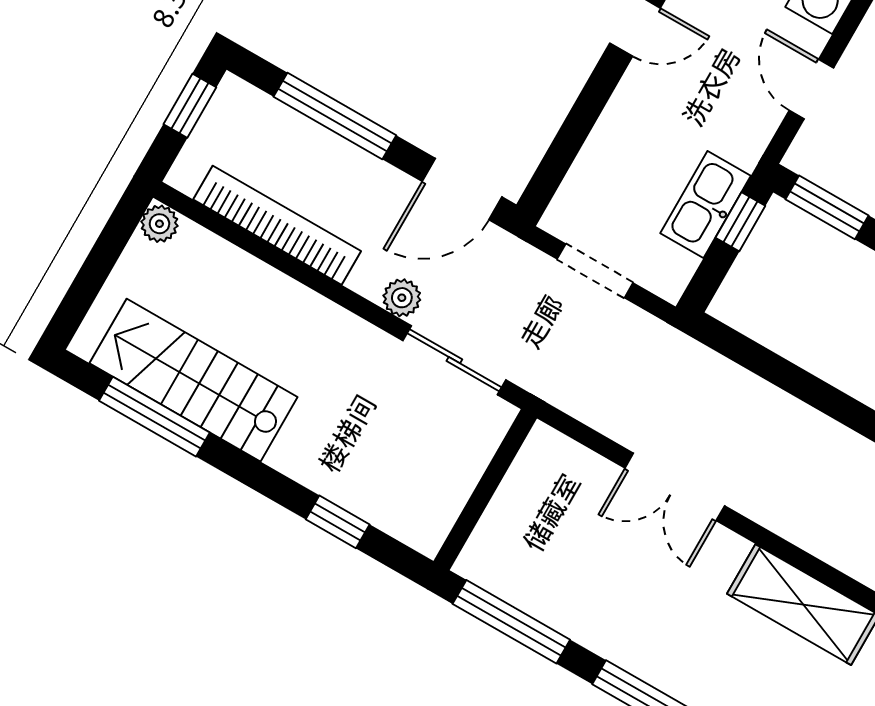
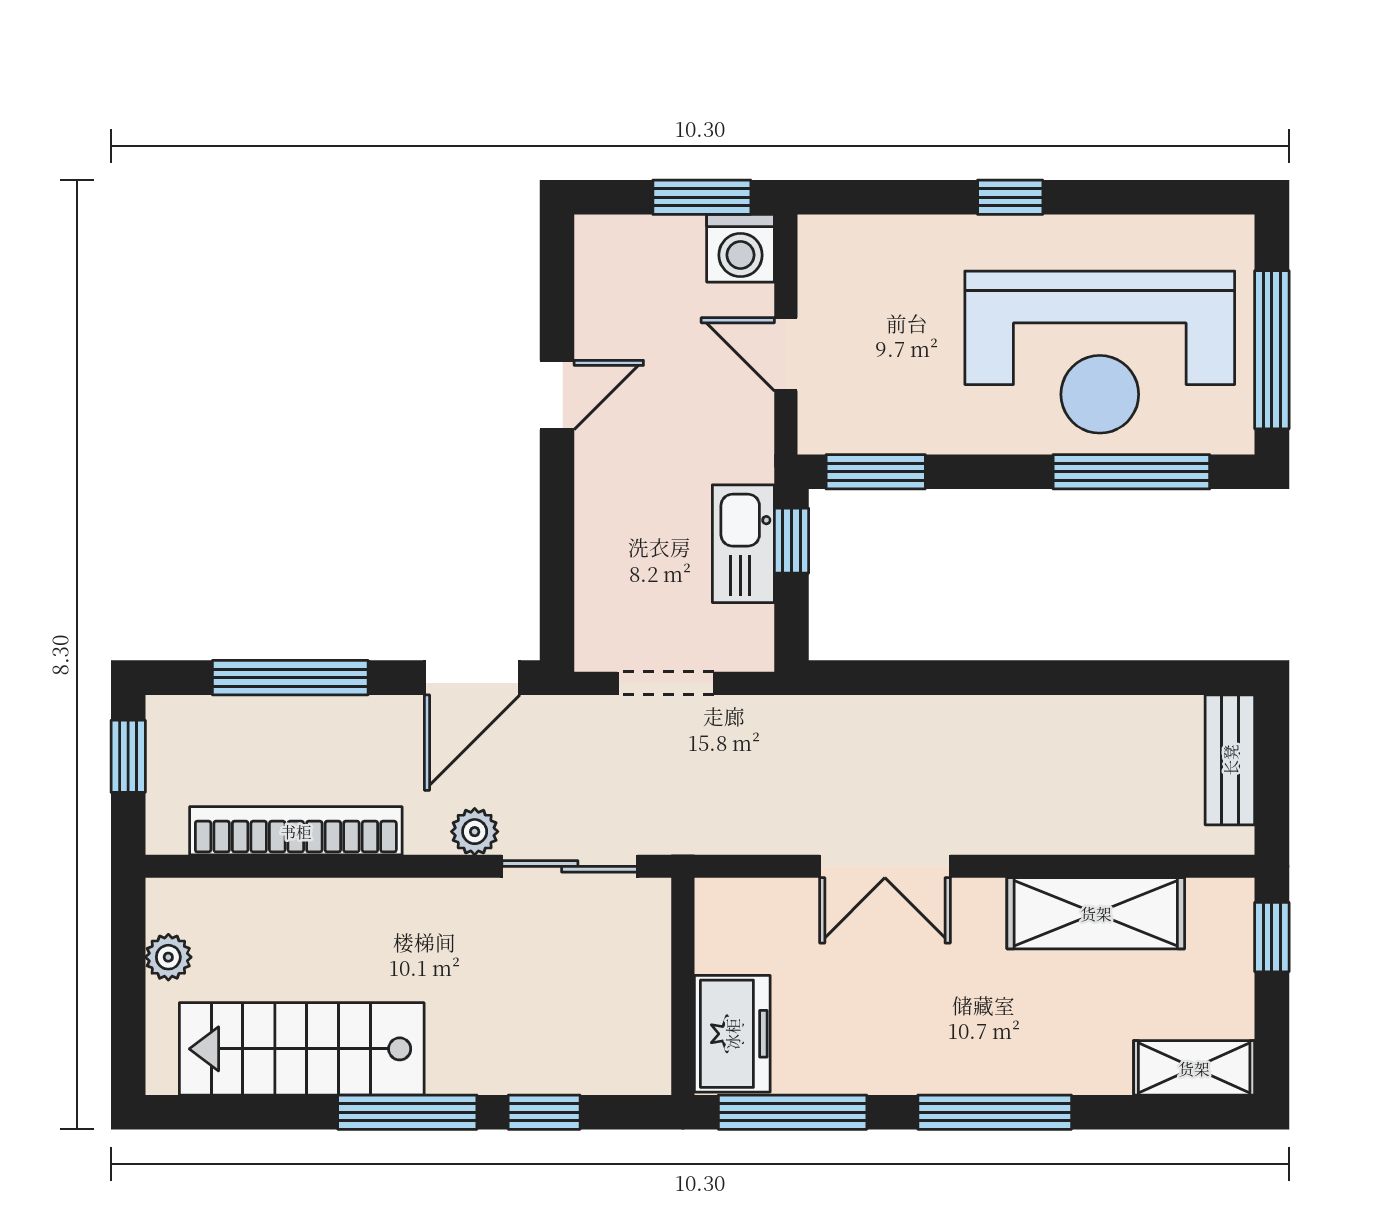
plant: (159, 224) -> (168, 957), moved
window: (154, 417) -> (407, 1112), moved
freezer: (501, 543) -> (732, 1034), added

